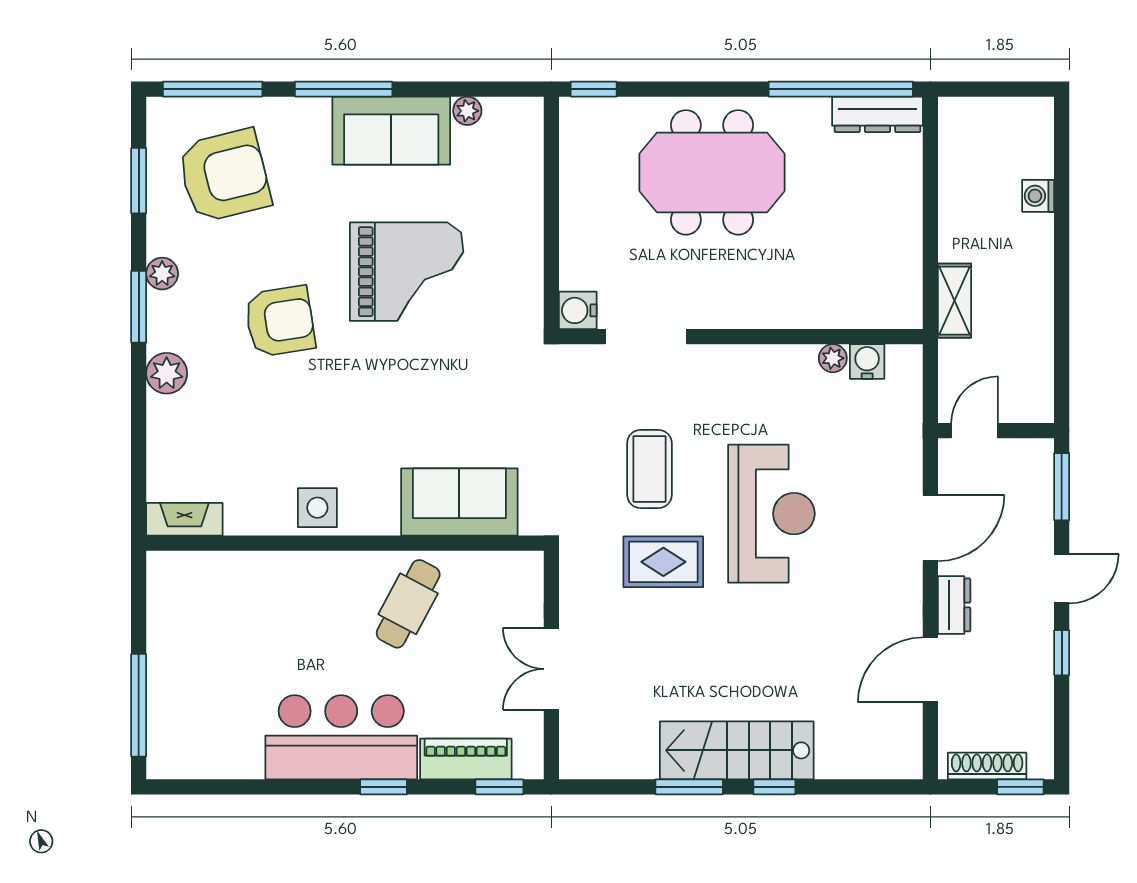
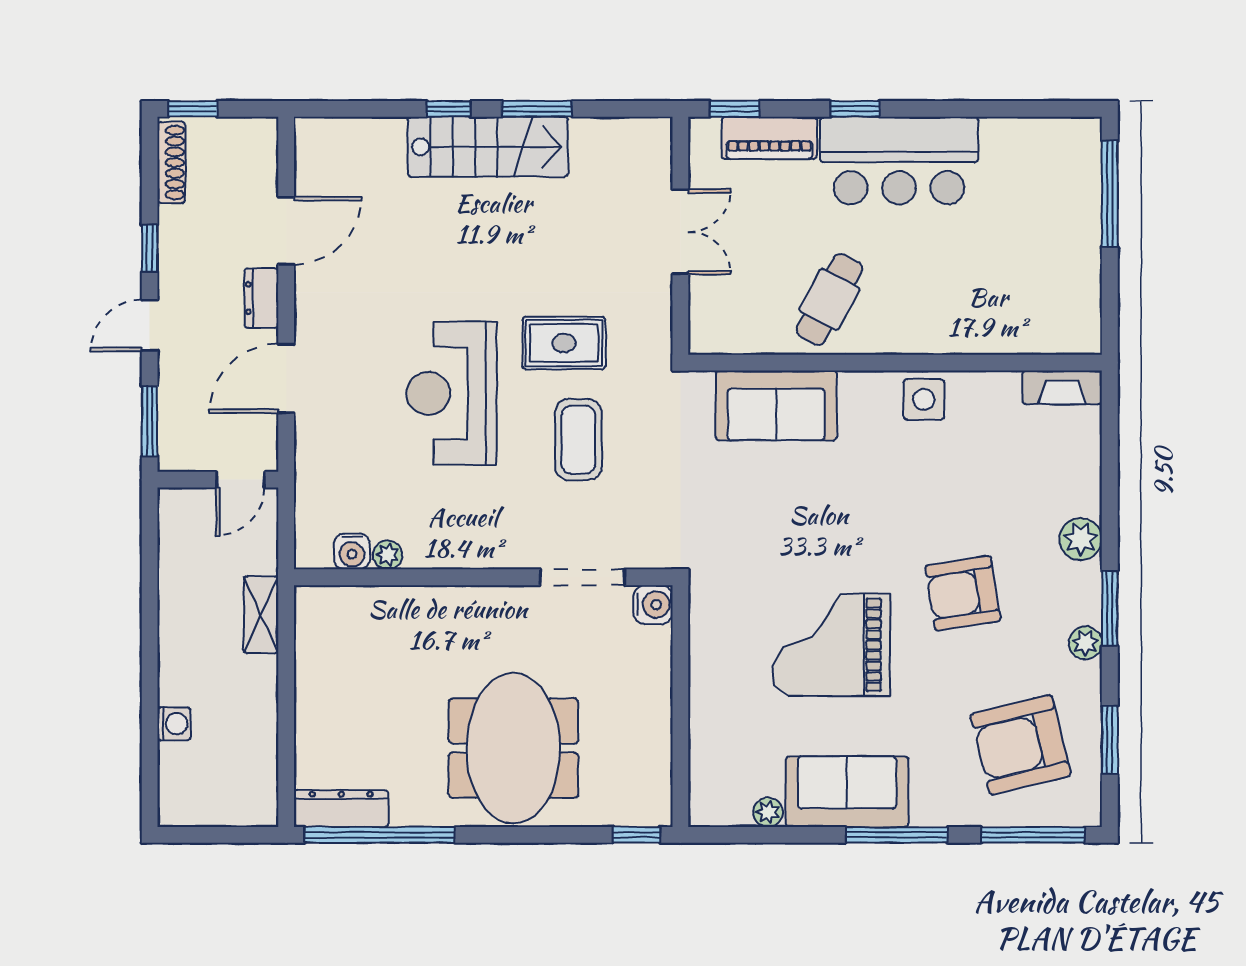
meeting table: (712, 172) -> (513, 748), turned 90
shoe rack: (987, 766) -> (171, 163), moved, turned -90

